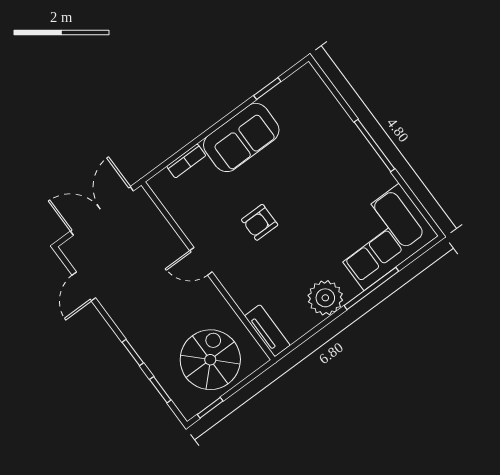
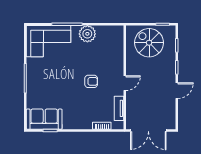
sofa: (241, 137) -> (44, 119), moved
door: (201, 261) -> (125, 83), hinge flipped
door: (84, 287) -> (177, 91), moved
tv unit: (267, 331) -> (119, 108), moved
spiral stairs: (210, 360) -> (149, 43), turned 90

